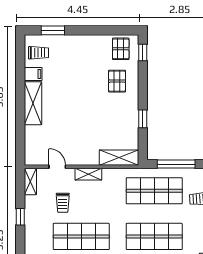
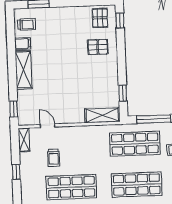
pallet: (117, 81) -> (98, 47), turned 90
window: (143, 119) -> (123, 93), moved
window: (20, 147) -> (14, 109), added
shelving: (88, 174) -> (75, 131), removed

